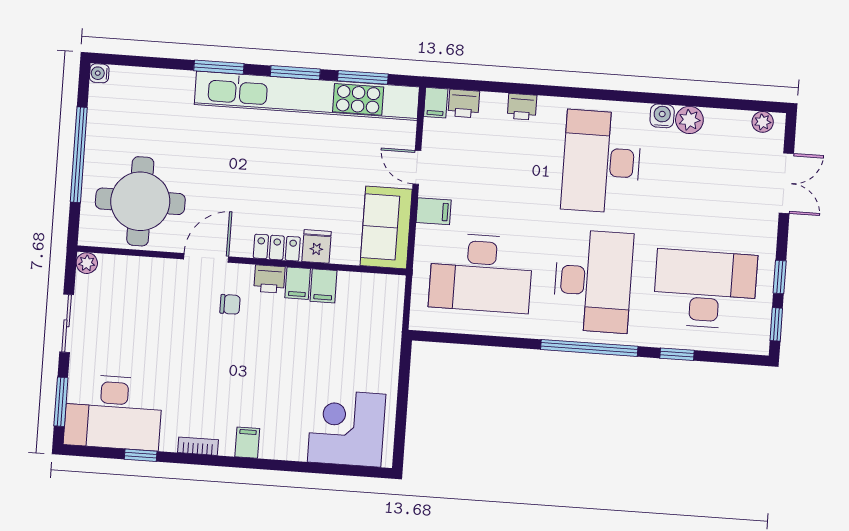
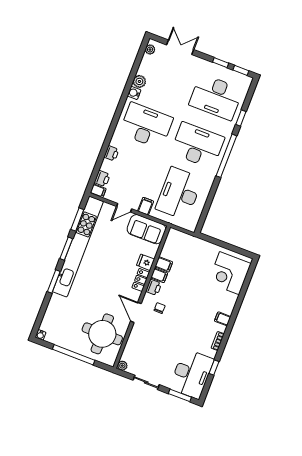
desk: (602, 162) -> (146, 126), turned 180
desk: (481, 273) -> (179, 194), turned 180
desk: (705, 289) -> (216, 97), turned -90

